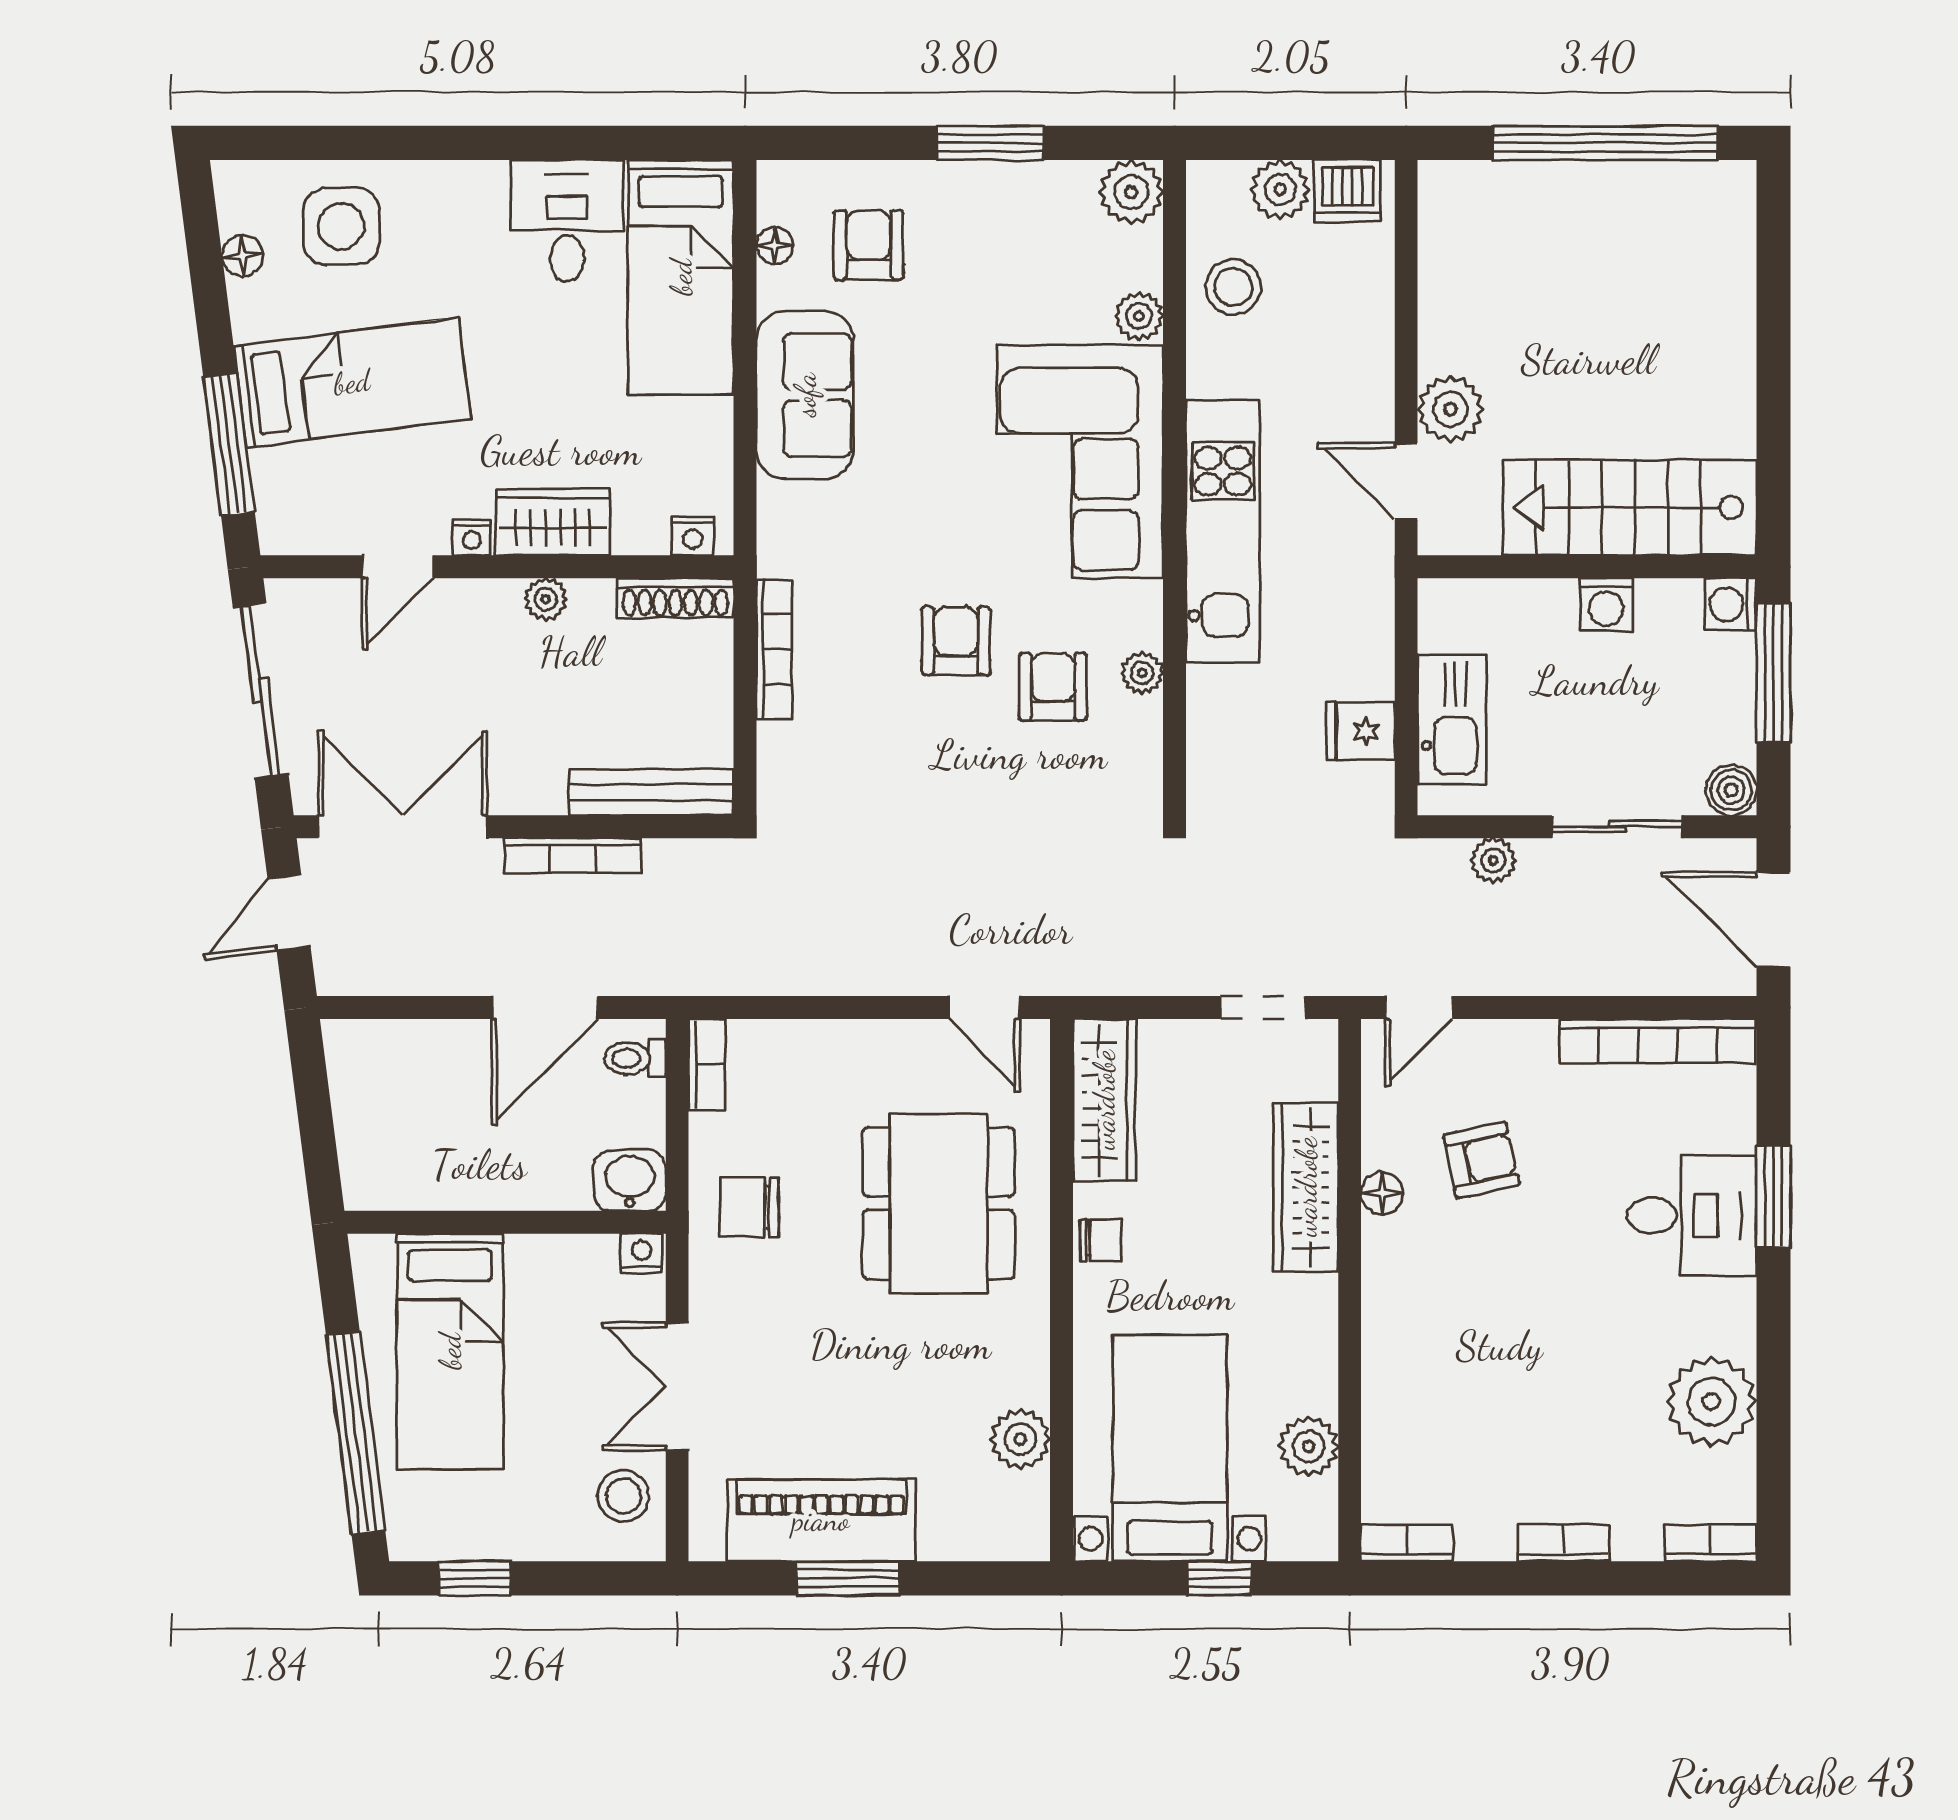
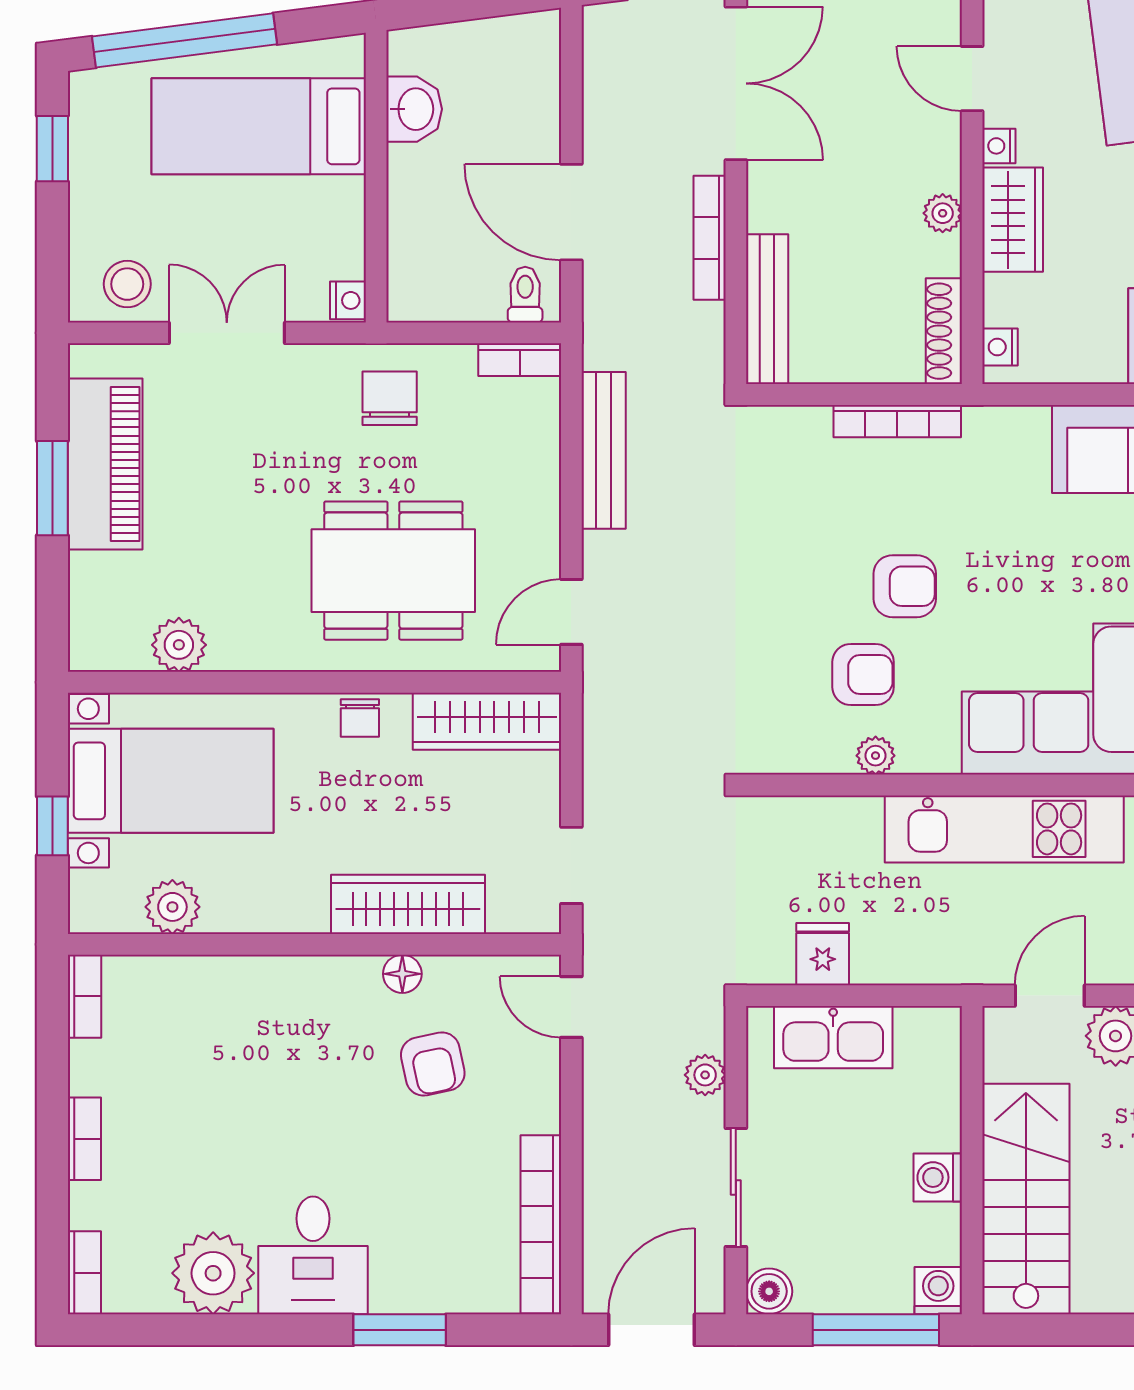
bench: (806, 972) -> (604, 450), added
washbasin: (630, 1180) -> (414, 109), moved
desk: (1692, 1216) -> (313, 1255), moved

